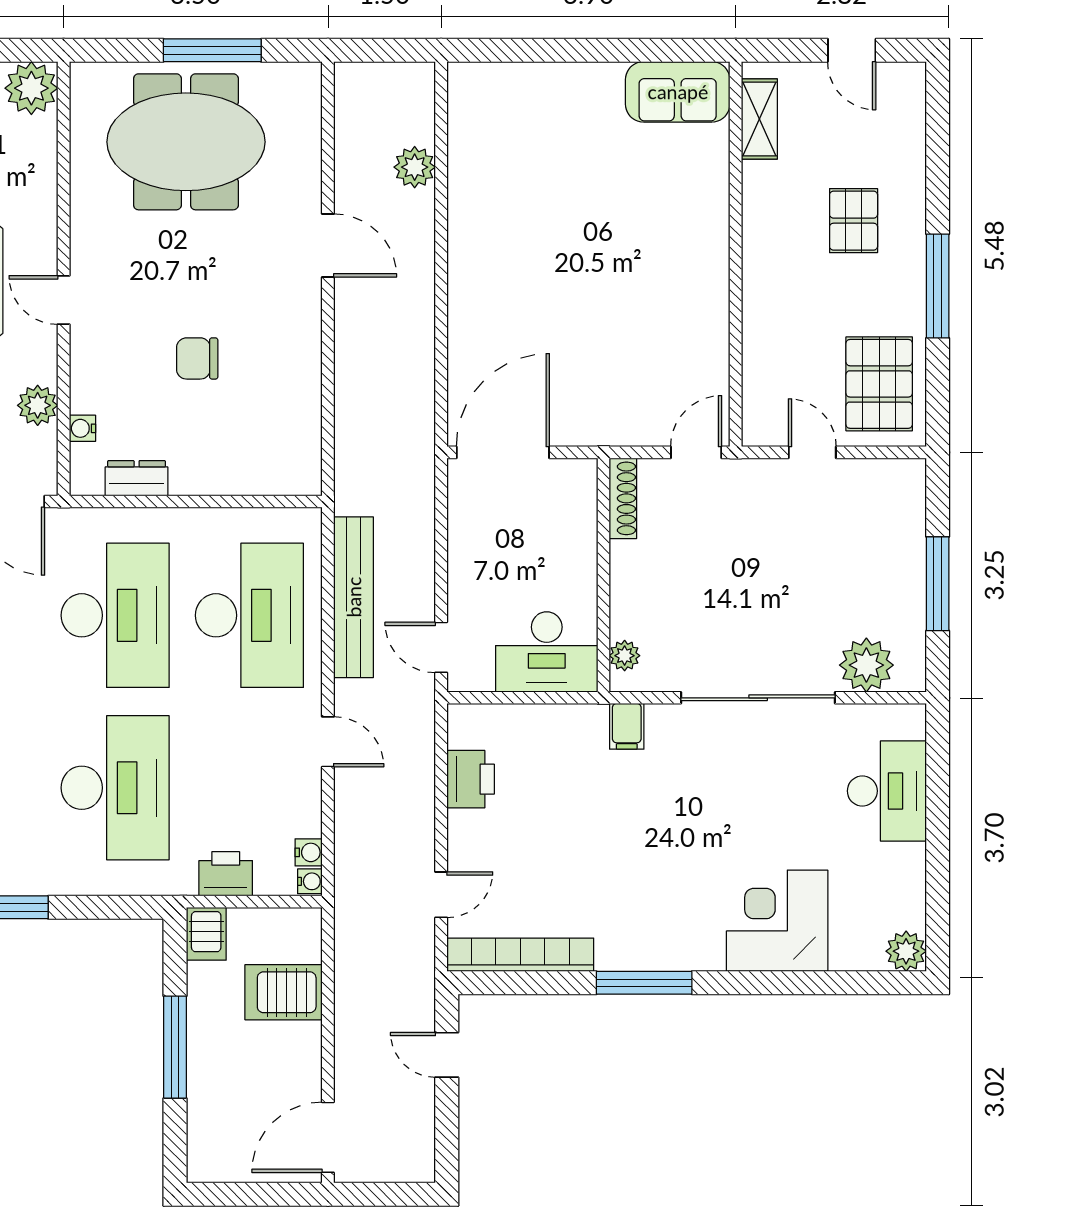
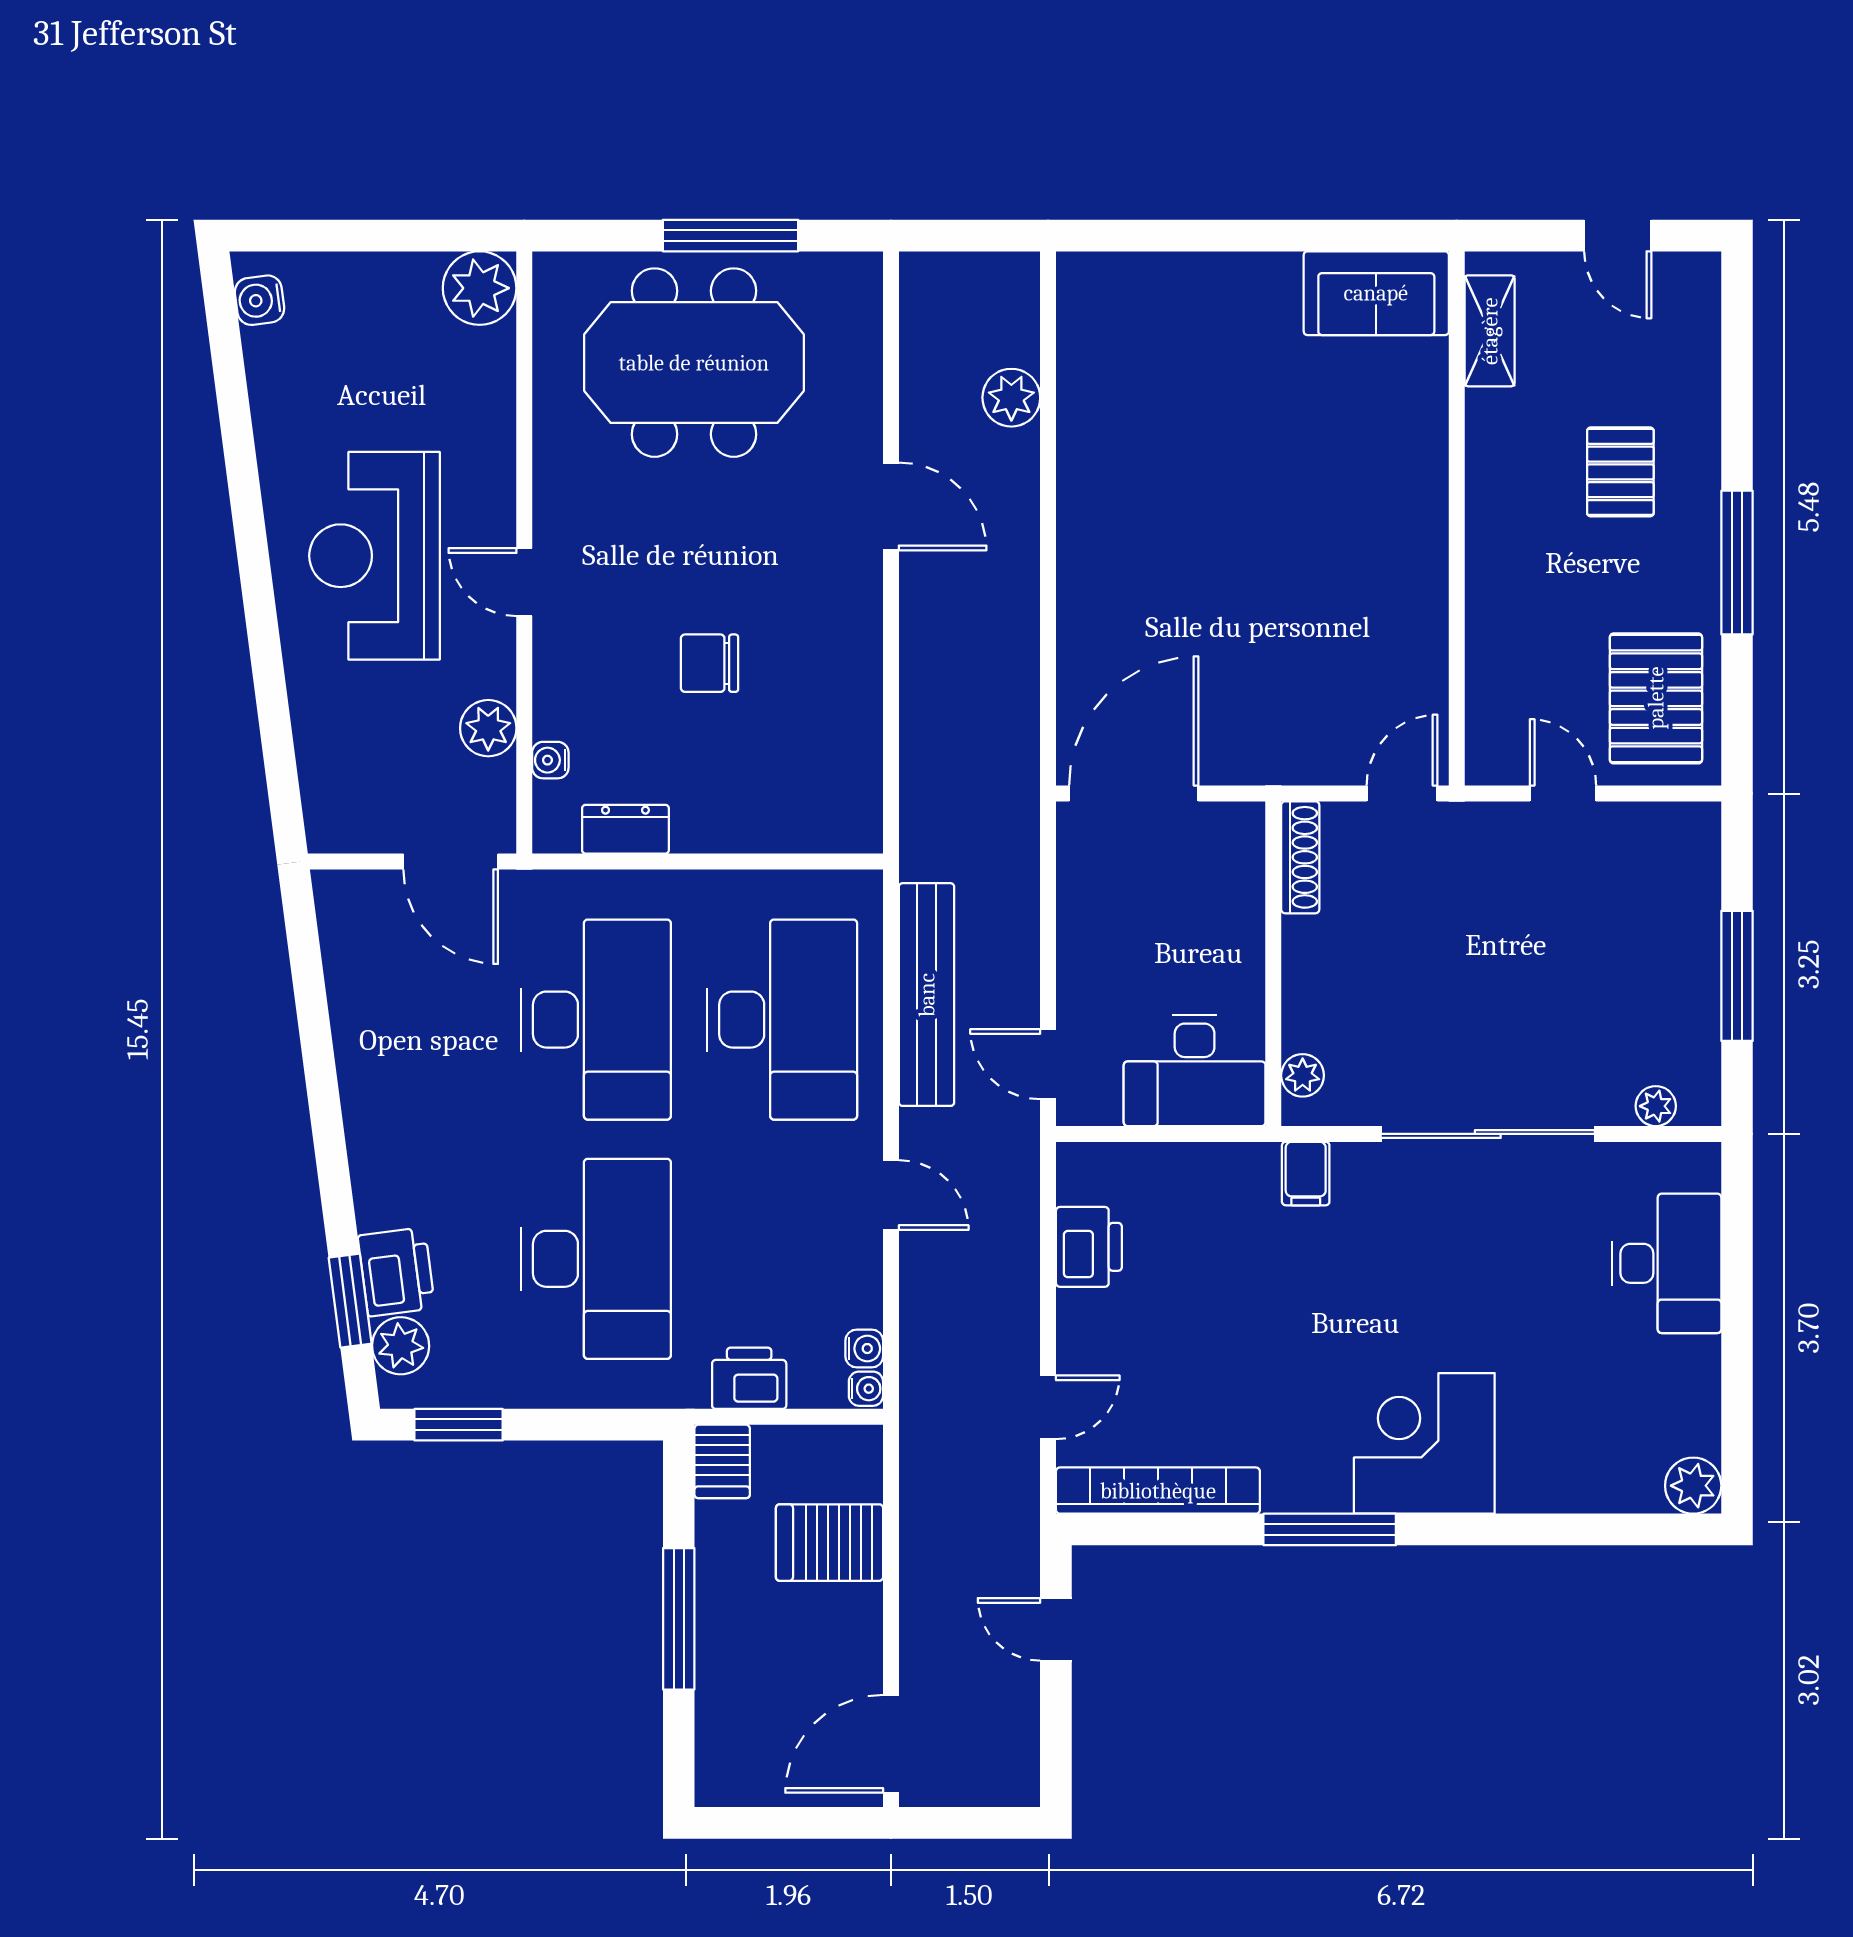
plant: (866, 665) -> (1656, 1106), width x0.53, depth x0.53
corner desk: (777, 921) -> (1424, 1443), moved

